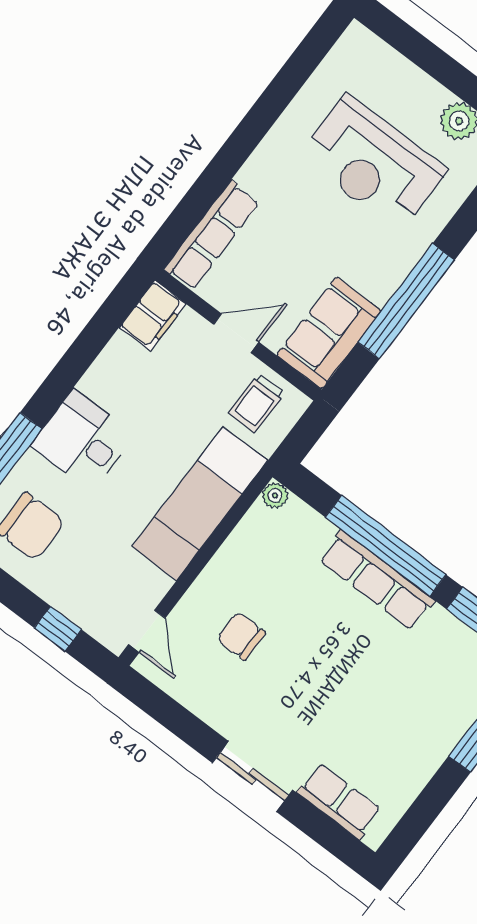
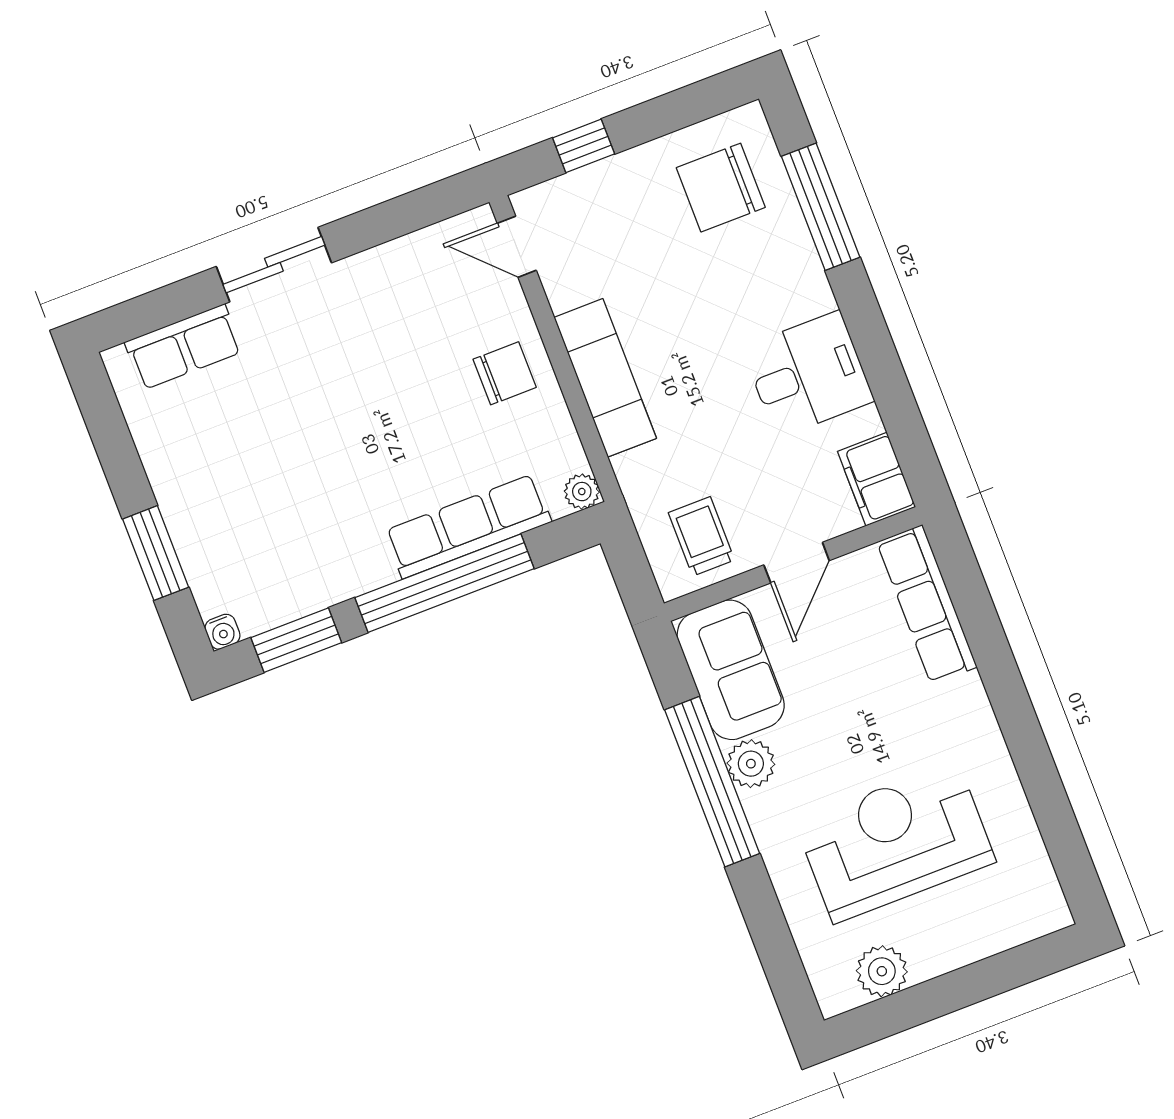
plant: (380, 284) -> (751, 764), added
desk: (82, 440) -> (808, 374), moved
exam couch: (200, 504) -> (605, 378), width x0.73, depth x0.69
row of seats: (377, 580) -> (468, 526), moved
chair: (241, 636) -> (505, 373), moved

